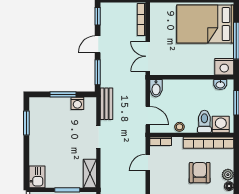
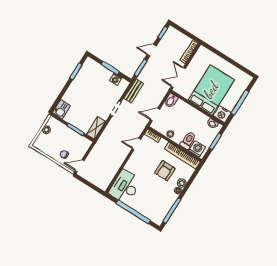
bed: (205, 24) -> (211, 90), moved, turned 90
door: (148, 116) -> (155, 115), swing flipped
armchair: (200, 173) -> (165, 171), turned 180

